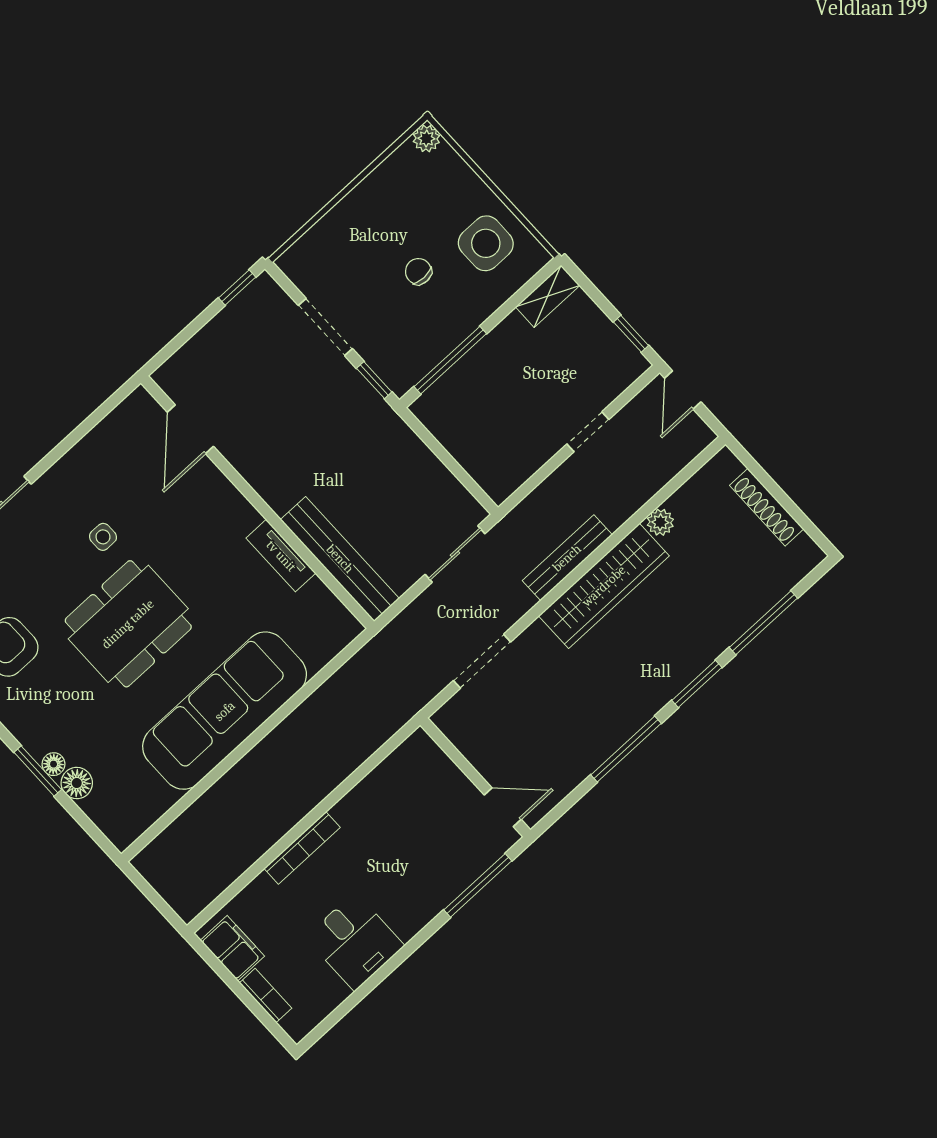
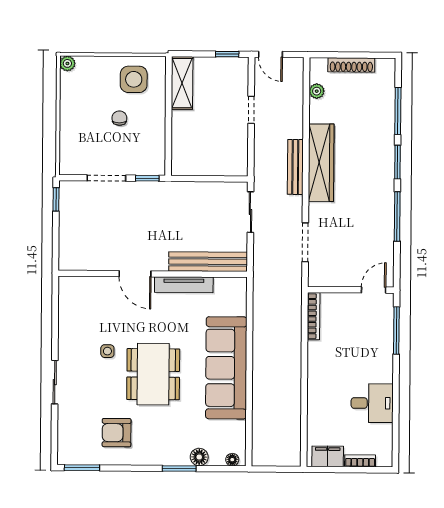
chair: (418, 271) -> (119, 118), turned 90
shelving: (548, 296) -> (182, 83), width x1.50, depth x1.33
window: (450, 360) -> (168, 139), removed
door: (190, 429) -> (135, 274), moved
plant: (660, 522) -> (317, 91), moved
tv unit: (281, 556) -> (184, 285), width x1.41
floor lamp: (54, 764) -> (232, 460), moved
bookcase: (302, 848) -> (314, 316), moved

